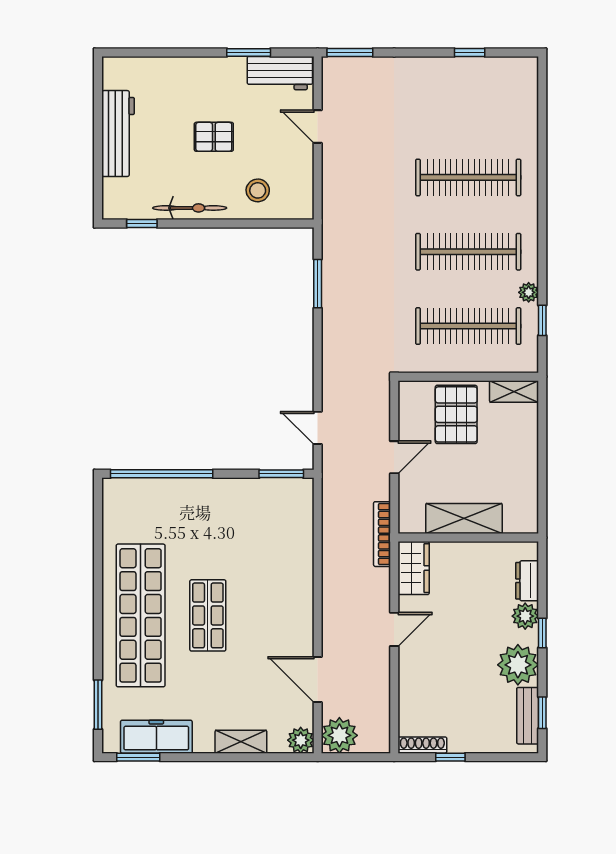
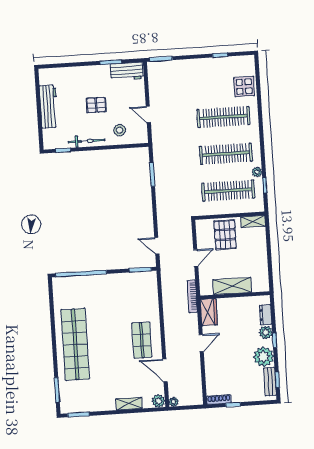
display table: (514, 119) -> (244, 87), added
door: (318, 127) -> (148, 114), moved
shop shelf: (208, 615) -> (142, 340), moved
plant: (339, 735) -> (174, 402), width x0.53, depth x0.53
freezer: (156, 737) -> (87, 404), removed

